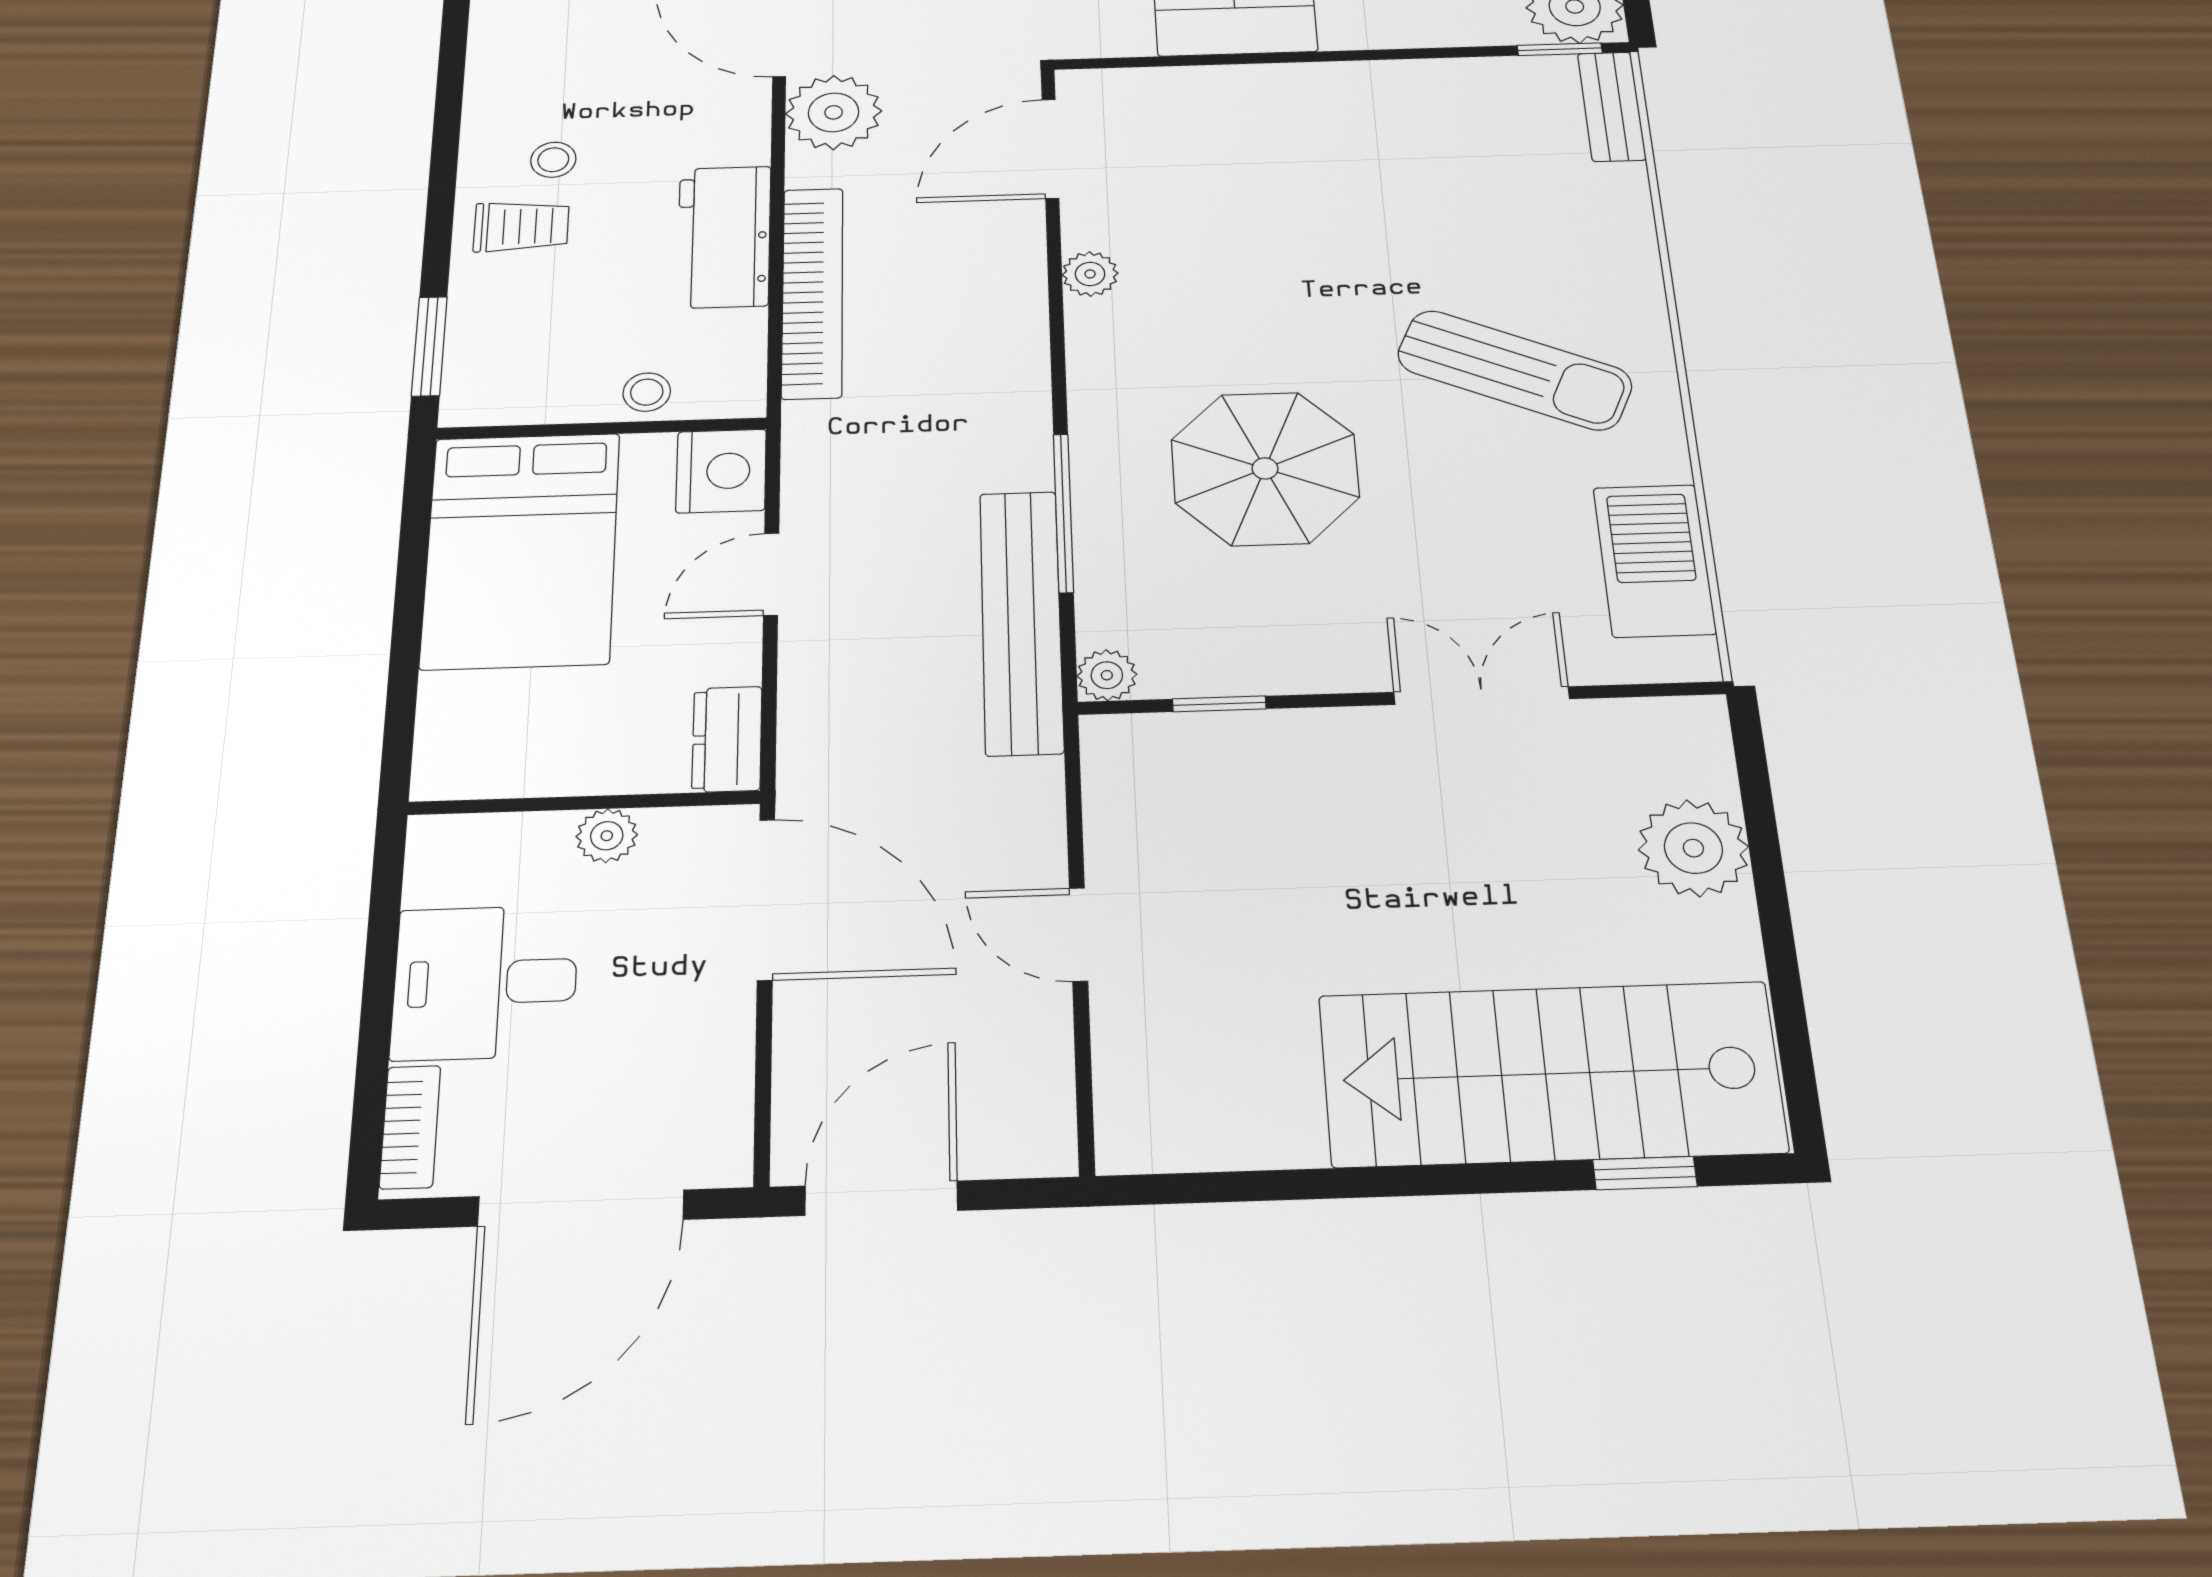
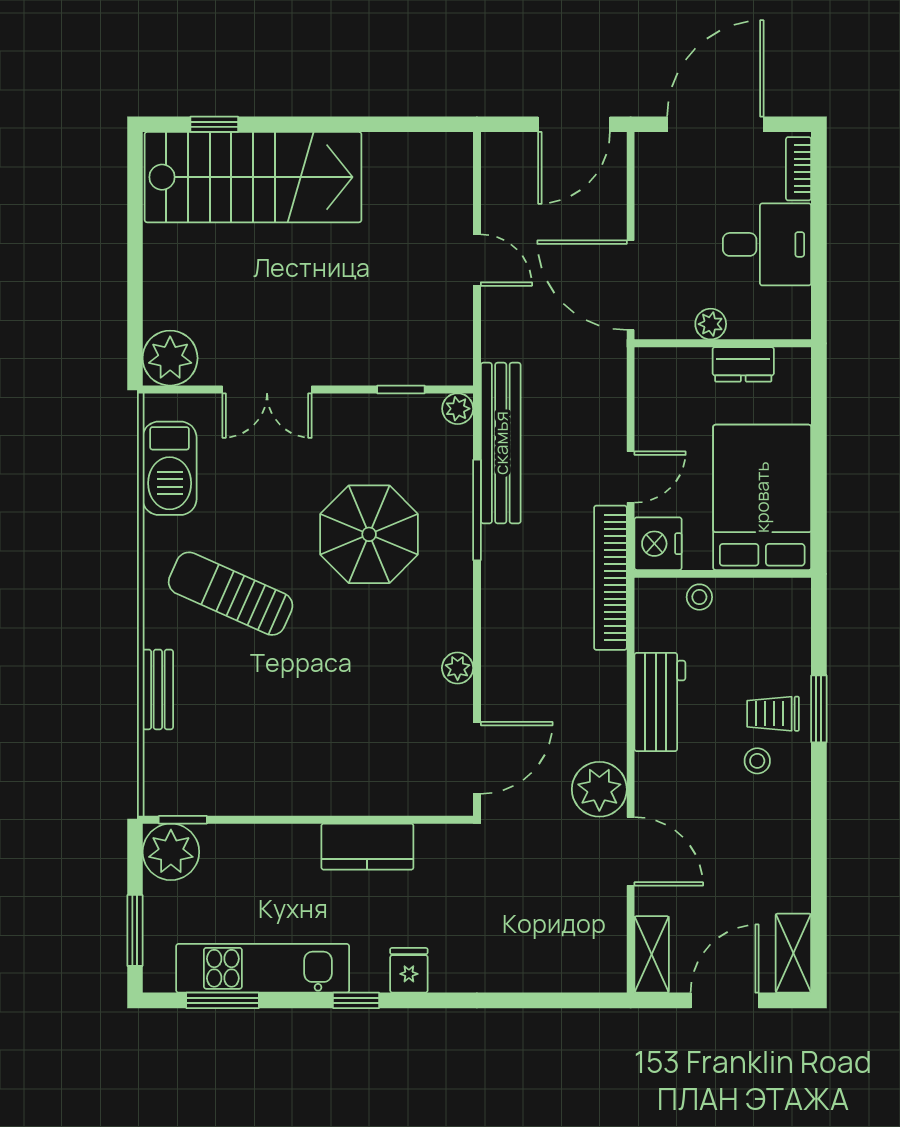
bench: (1612, 106) -> (158, 689), moved
bookcase: (812, 292) -> (610, 578), moved
window: (429, 346) -> (819, 709), moved
dresser: (727, 739) -> (743, 364), moved, turned 90
plant: (1693, 848) -> (170, 358), moved

